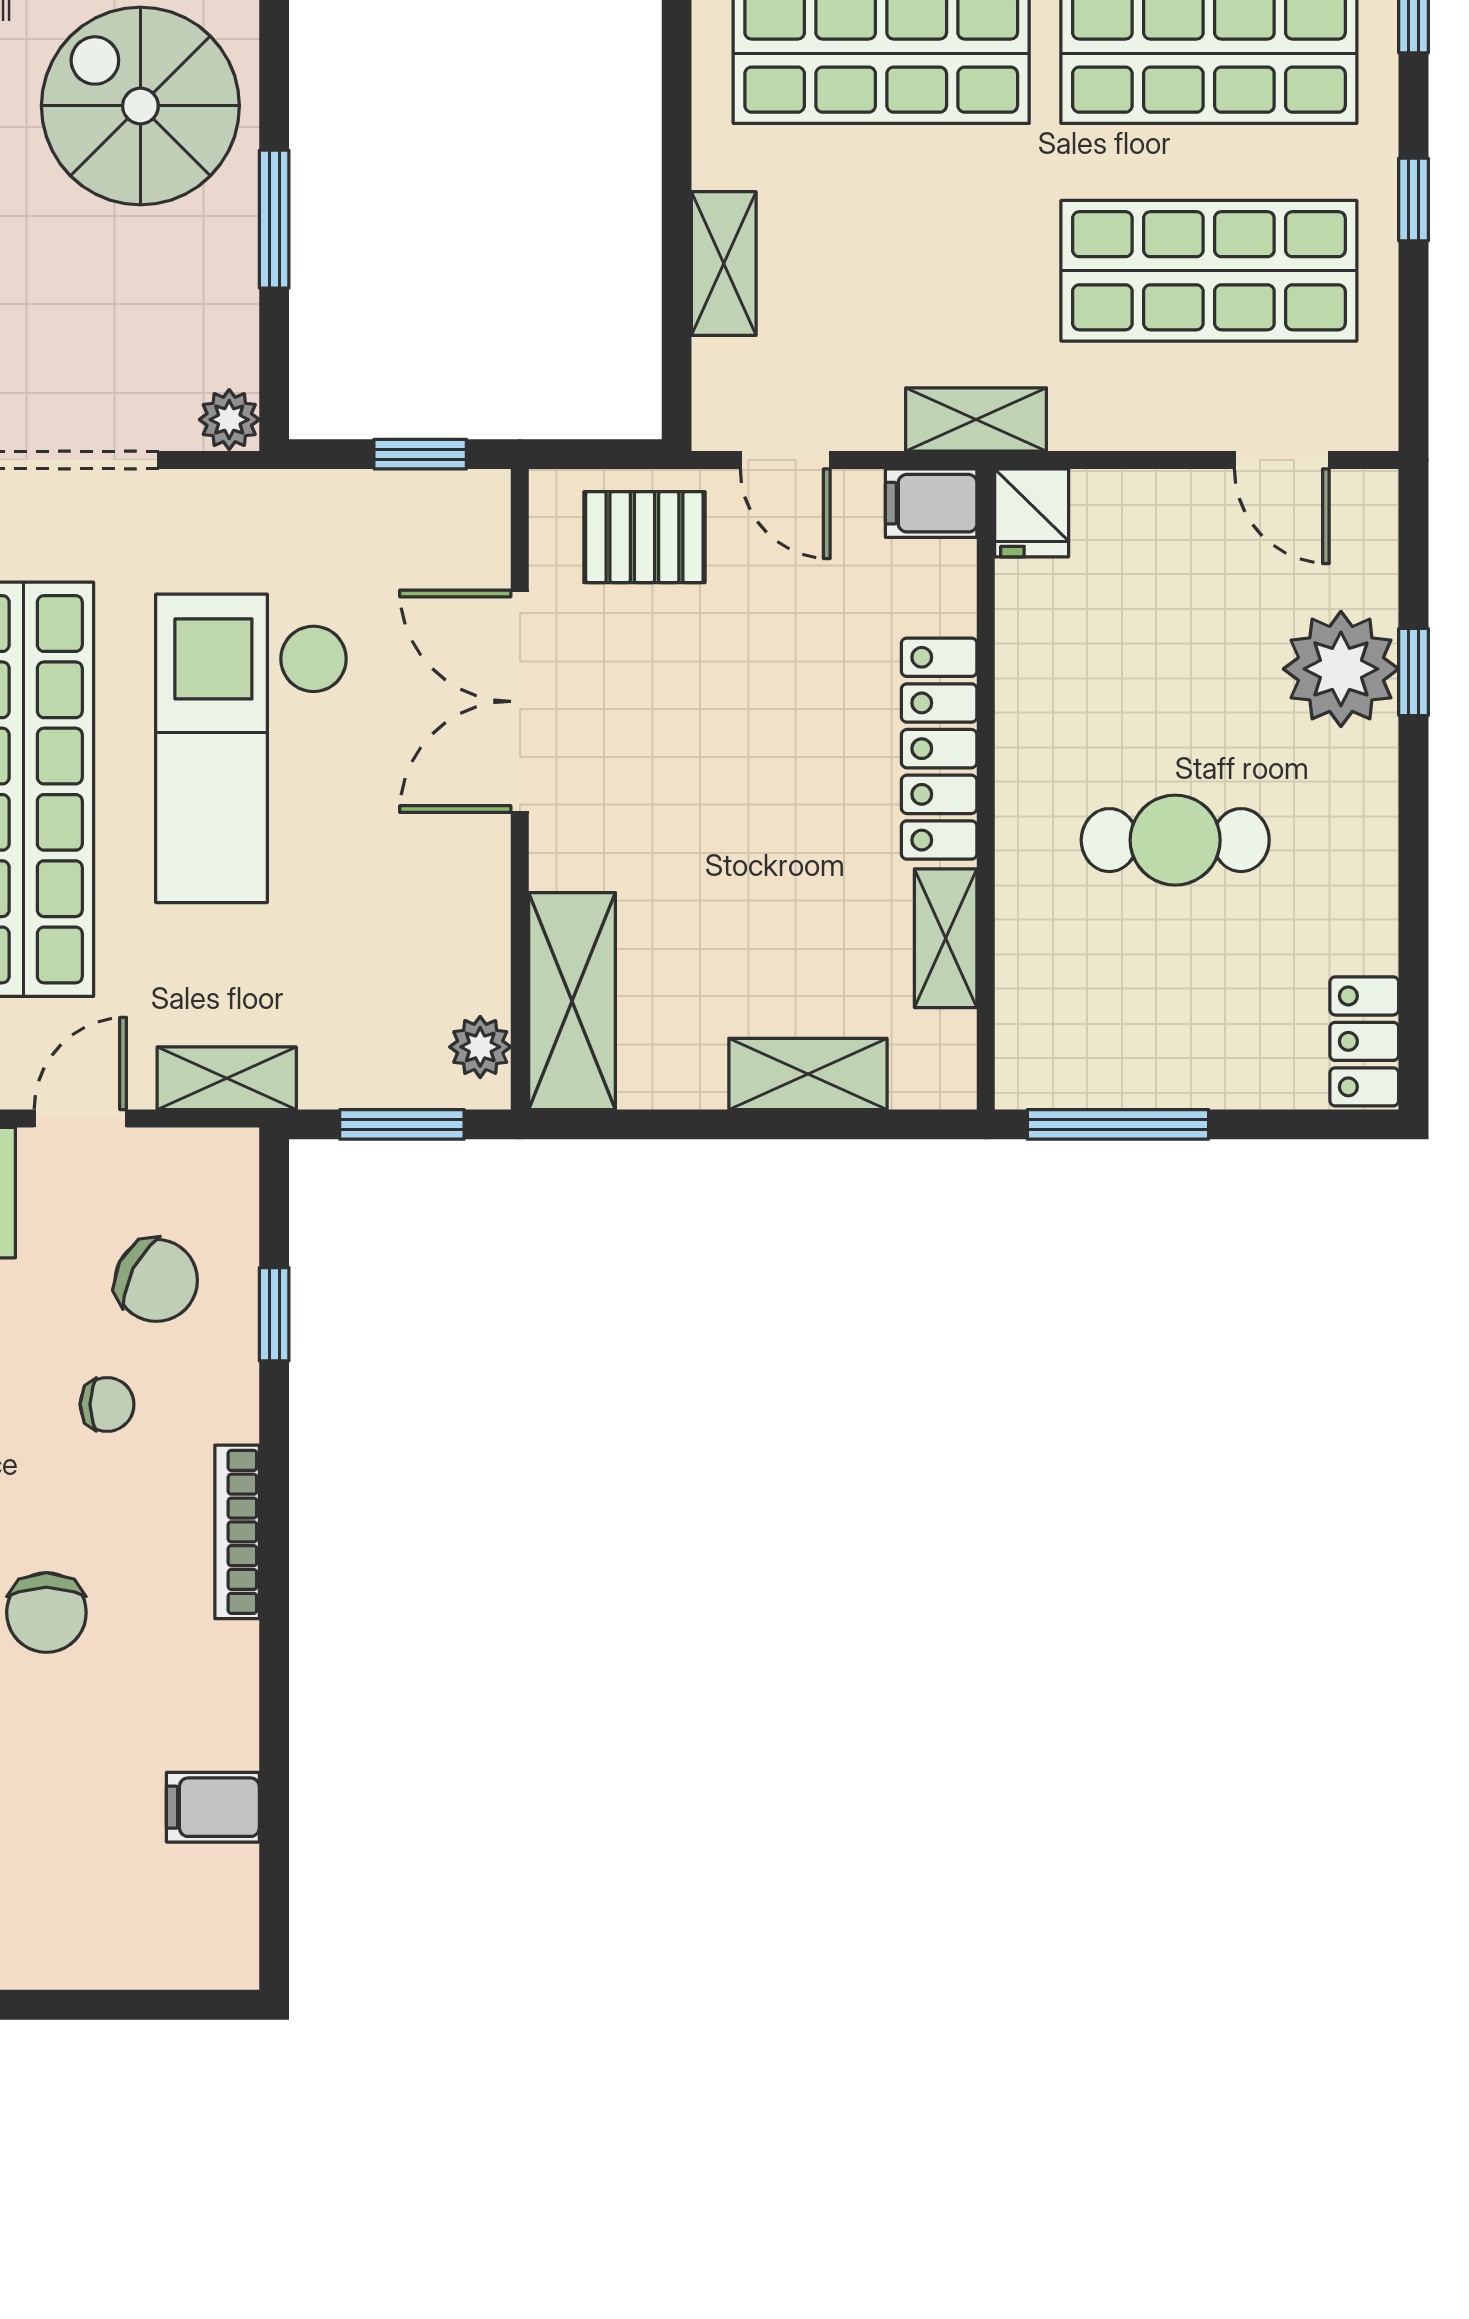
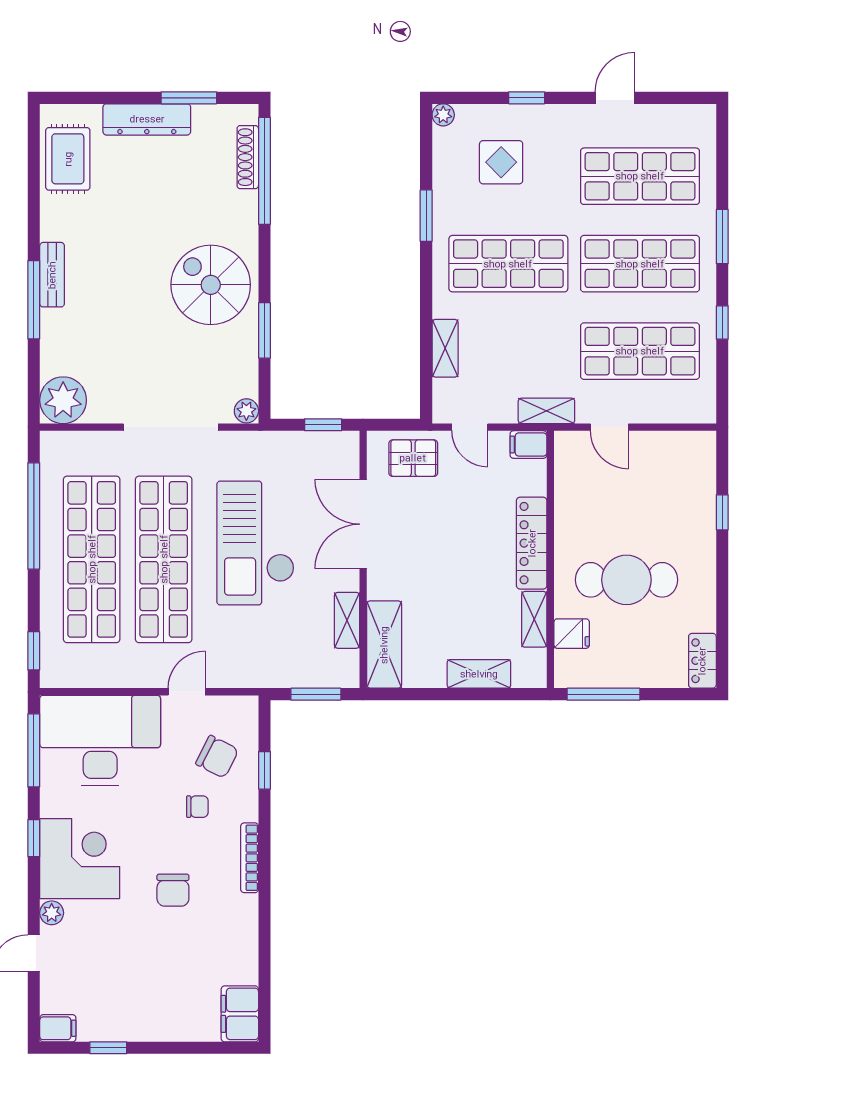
door: (1282, 460) -> (609, 427), moved
fridge: (1032, 513) -> (572, 634), moved, turned -90
plant: (1341, 669) -> (693, 511), removed
cafe table: (1175, 840) -> (626, 580), width x1.37, depth x1.35
plant: (480, 1047) -> (347, 663), removed
shelving: (227, 1078) -> (347, 620), moved, turned 90
filing cabinet: (213, 1807) -> (240, 1014), moved, width x2.00

